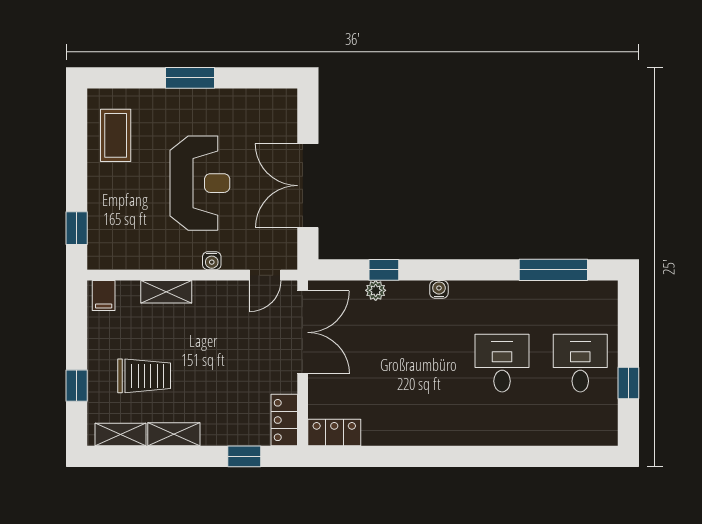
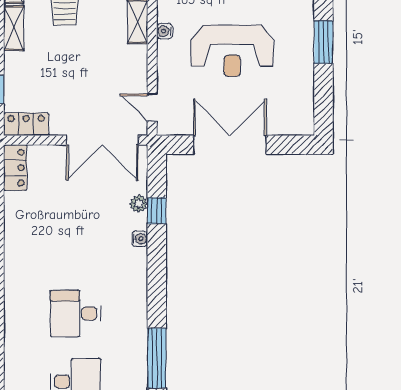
water cooler: (212, 261) -> (165, 31), moved
water cooler: (439, 289) -> (140, 239), moved
desk: (502, 363) -> (76, 314), turned 180

